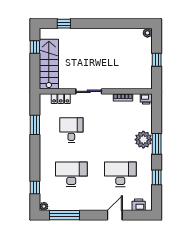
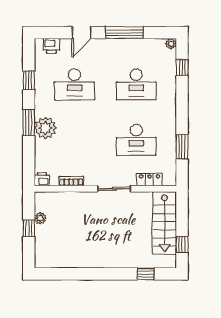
plant: (147, 33) -> (40, 218), moved
desk: (71, 130) -> (136, 140), width x1.37
window: (65, 215) -> (124, 33), moved

